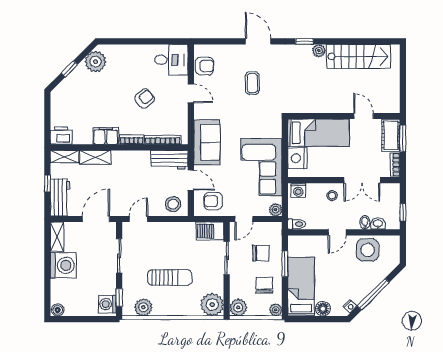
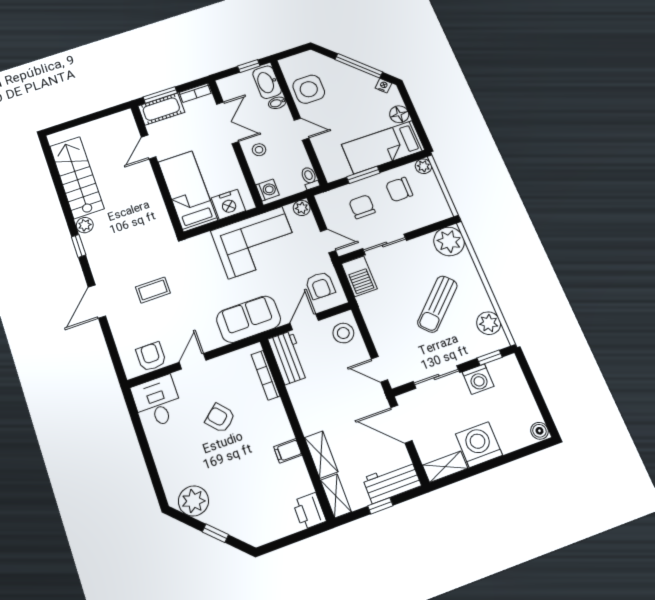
filing cabinet: (106, 136) -> (288, 451), width x0.50
bookcase: (132, 140) -> (280, 415), removed
washbasin: (378, 224) -> (267, 82), width x1.91, depth x1.45
sun lounger: (170, 278) -> (437, 304), turned -134
washing machine: (107, 304) -> (478, 379), moved
plant: (238, 307) -> (439, 210), removed

